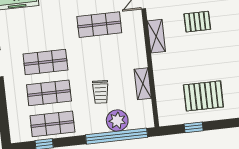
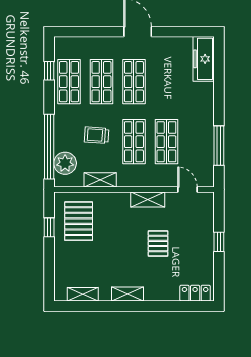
shop shelf: (103, 56) -> (134, 142), added
pallet: (203, 96) -> (79, 221), moved
plant: (117, 120) -> (65, 163), moved

